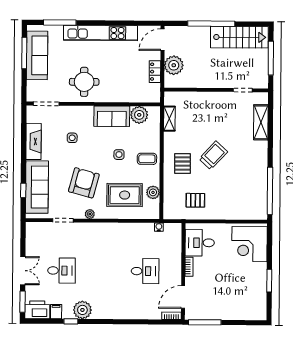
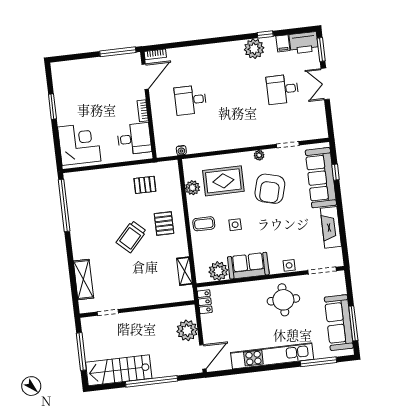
locker: (155, 72) -> (205, 302), moved
side table: (72, 138) -> (289, 265), moved

